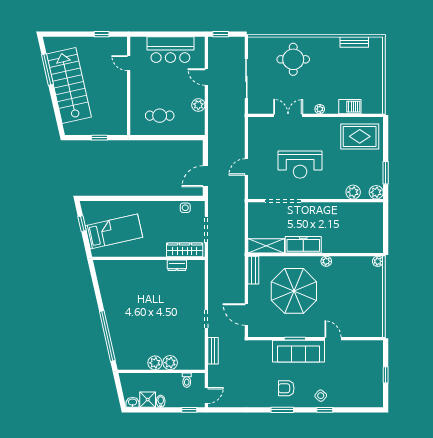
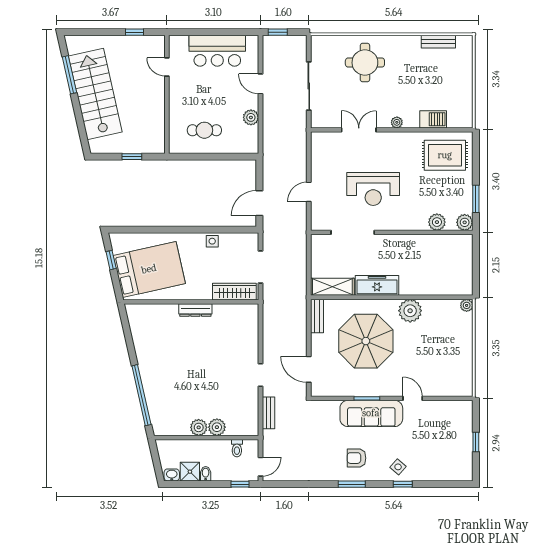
side table: (185, 208) -> (212, 241), moved
bed: (114, 231) -> (149, 269), width x1.50
plant: (326, 261) -> (410, 311), width x1.88, depth x1.88
dresser: (177, 265) -> (195, 310), moved, width x1.44

